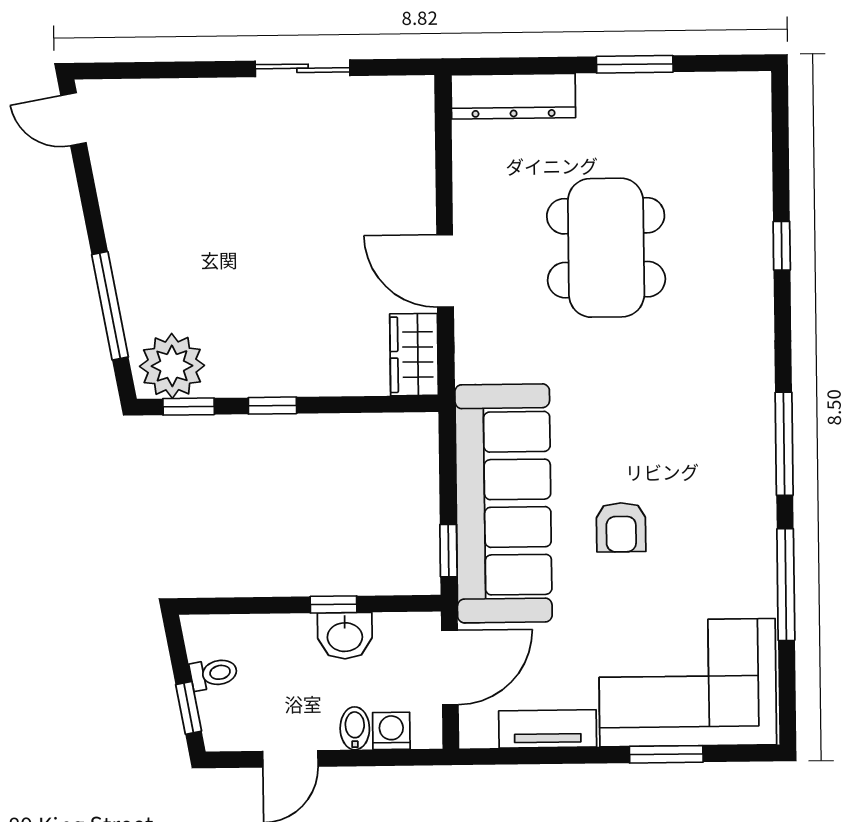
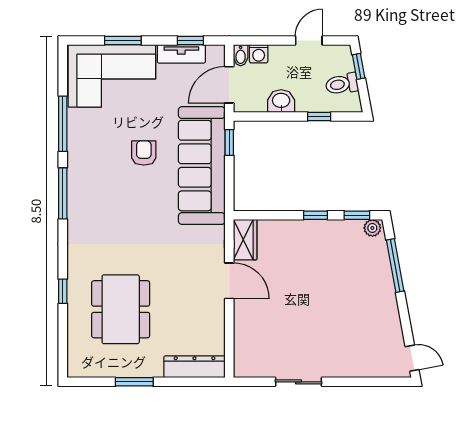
dining table: (606, 248) -> (121, 309), moved
plant: (172, 366) -> (372, 228), width x0.53, depth x0.53
window: (334, 604) -> (319, 117), moved
toilet: (214, 674) -> (342, 84), width x1.37, depth x1.39
bidet: (355, 728) -> (241, 55), moved
window: (530, 756) -> (190, 41), added

